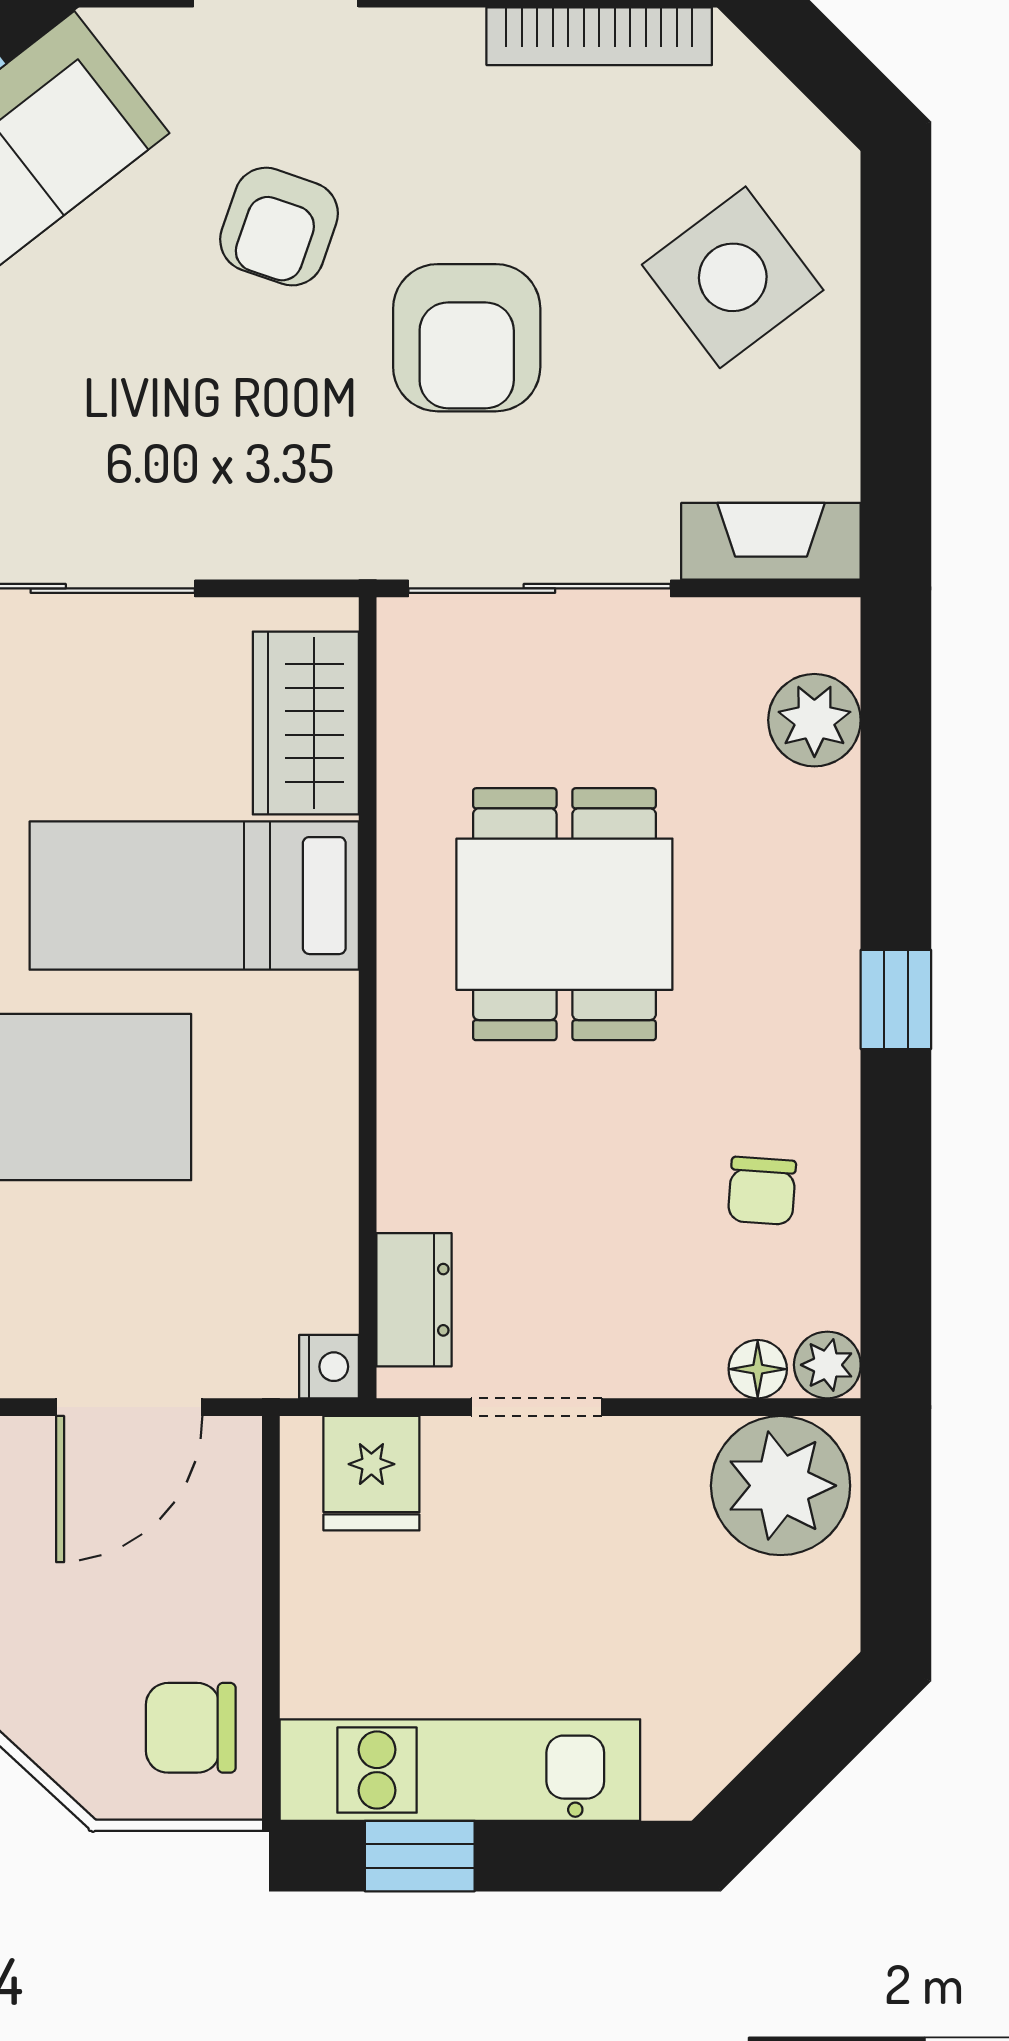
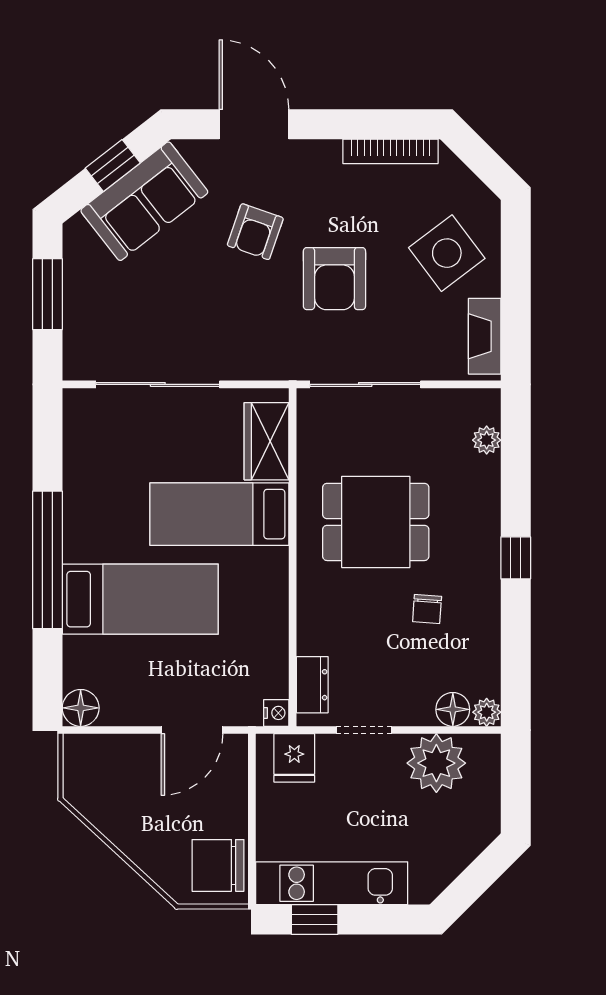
fireplace: (771, 541) -> (485, 336), moved, turned -90
plant: (814, 720) -> (487, 440), width x0.73, depth x0.73
dining table: (564, 914) -> (376, 522), turned 90
chair: (762, 1191) -> (427, 609), moved
floor lamp: (758, 1369) -> (453, 709), width x1.37, depth x1.37
plant: (781, 1486) -> (436, 763), moved
chair: (191, 1728) -> (218, 865), width x1.37, depth x1.37

